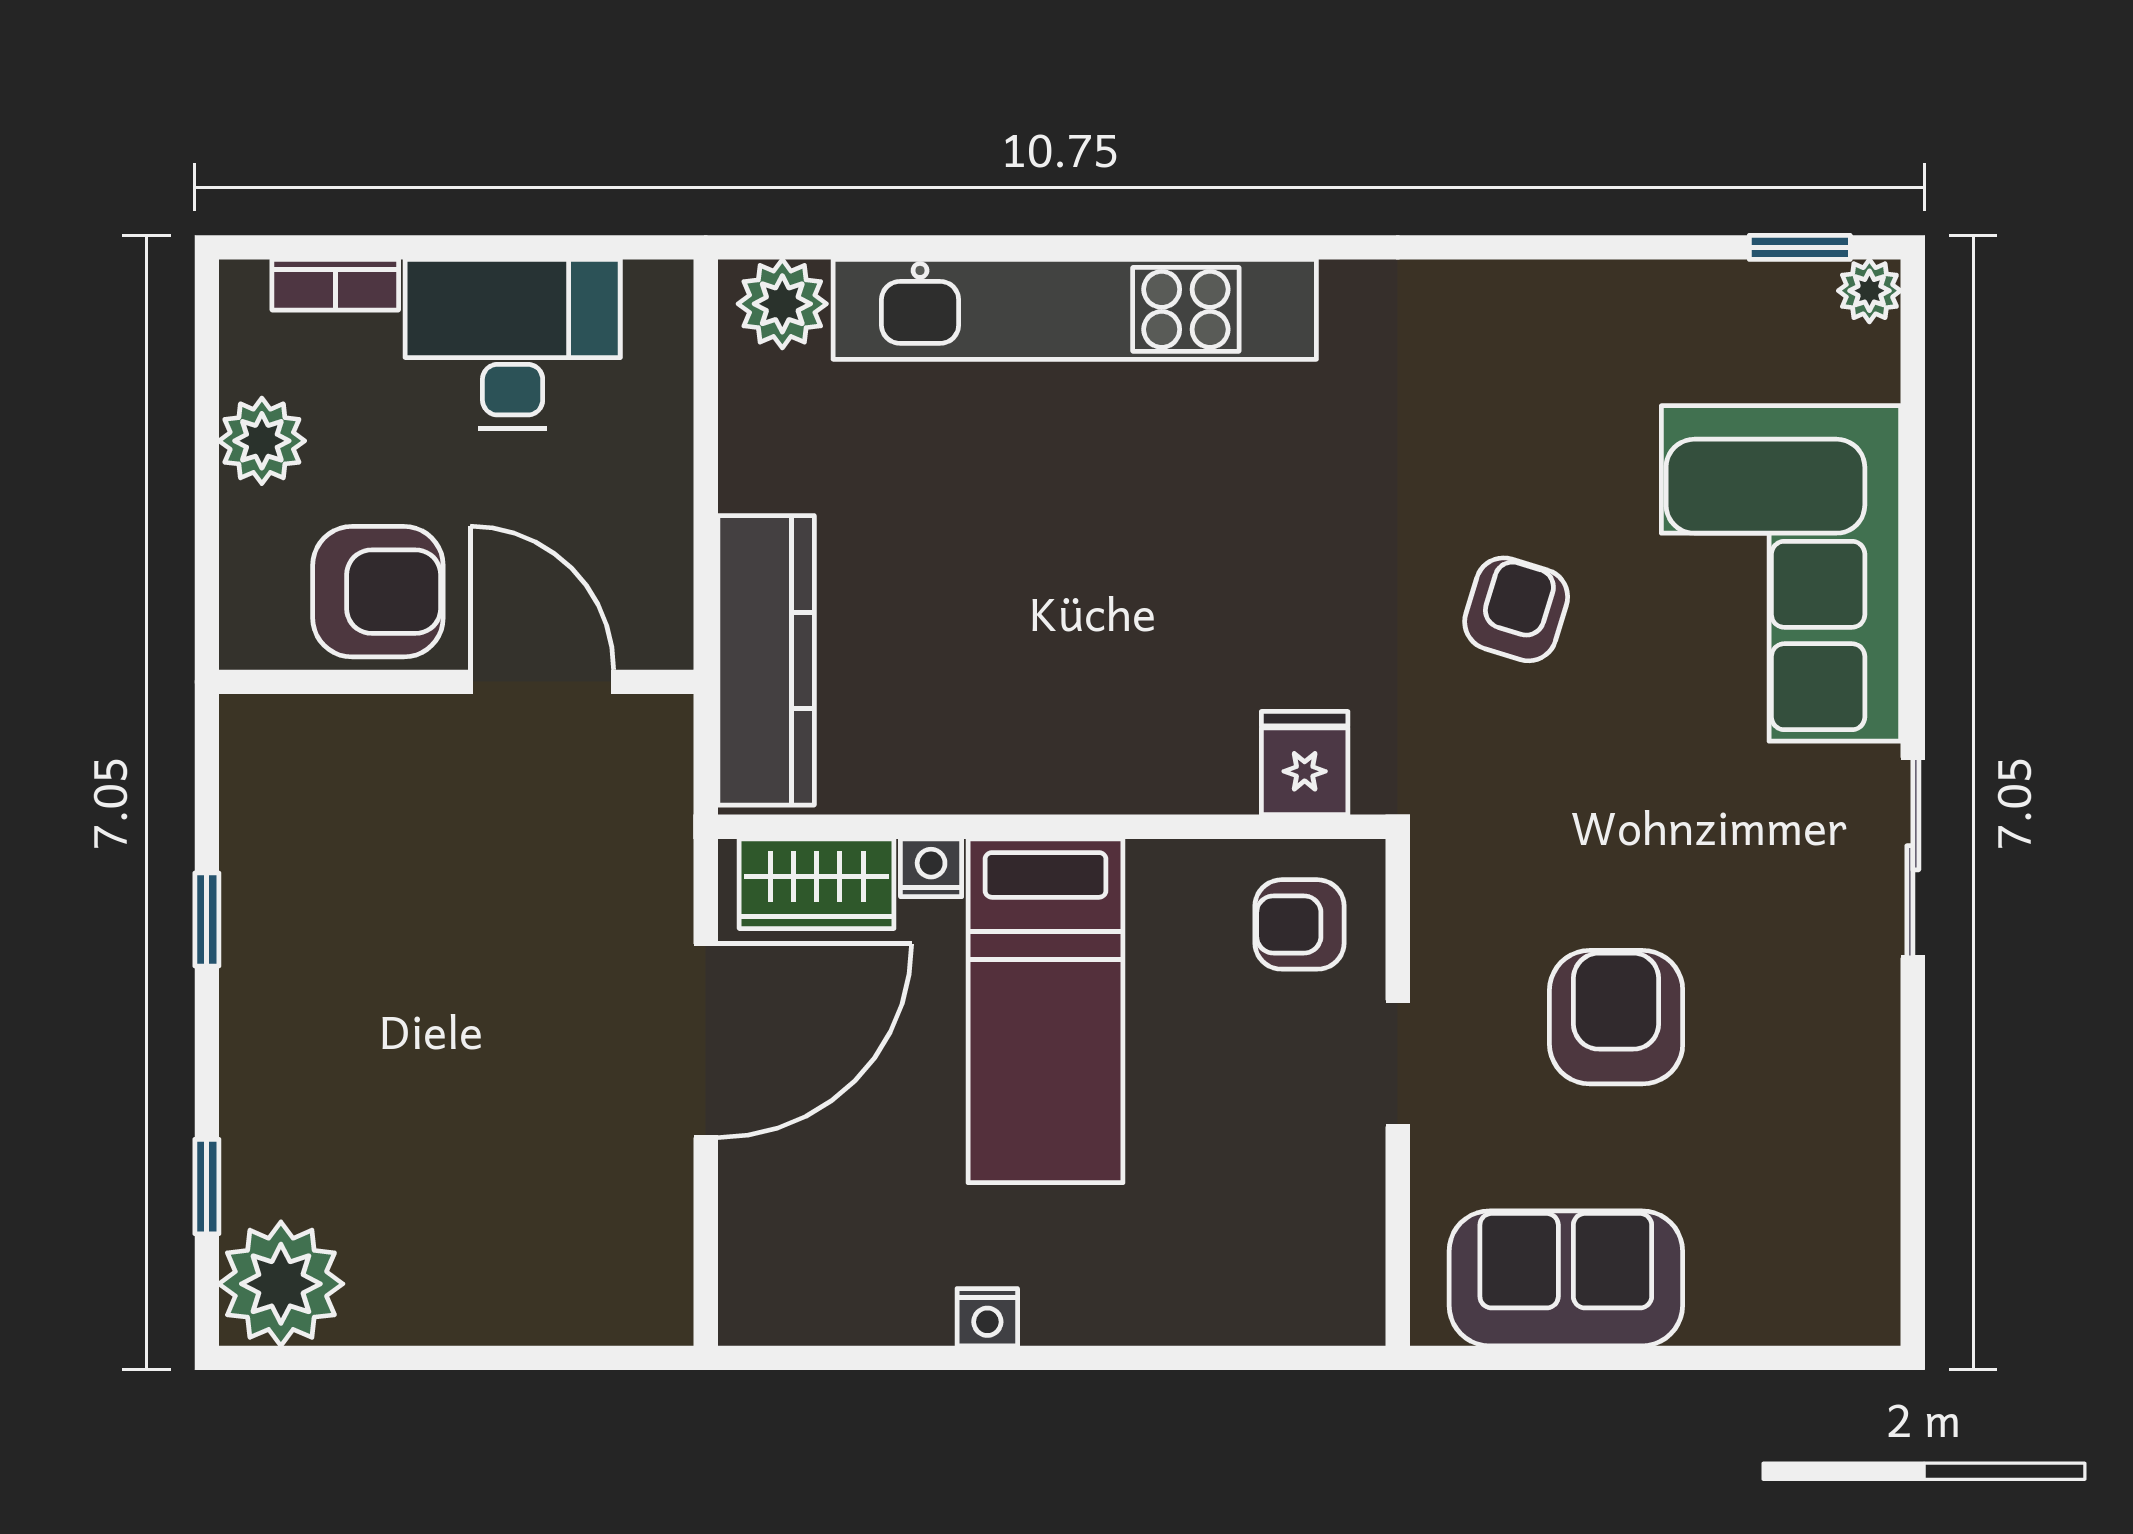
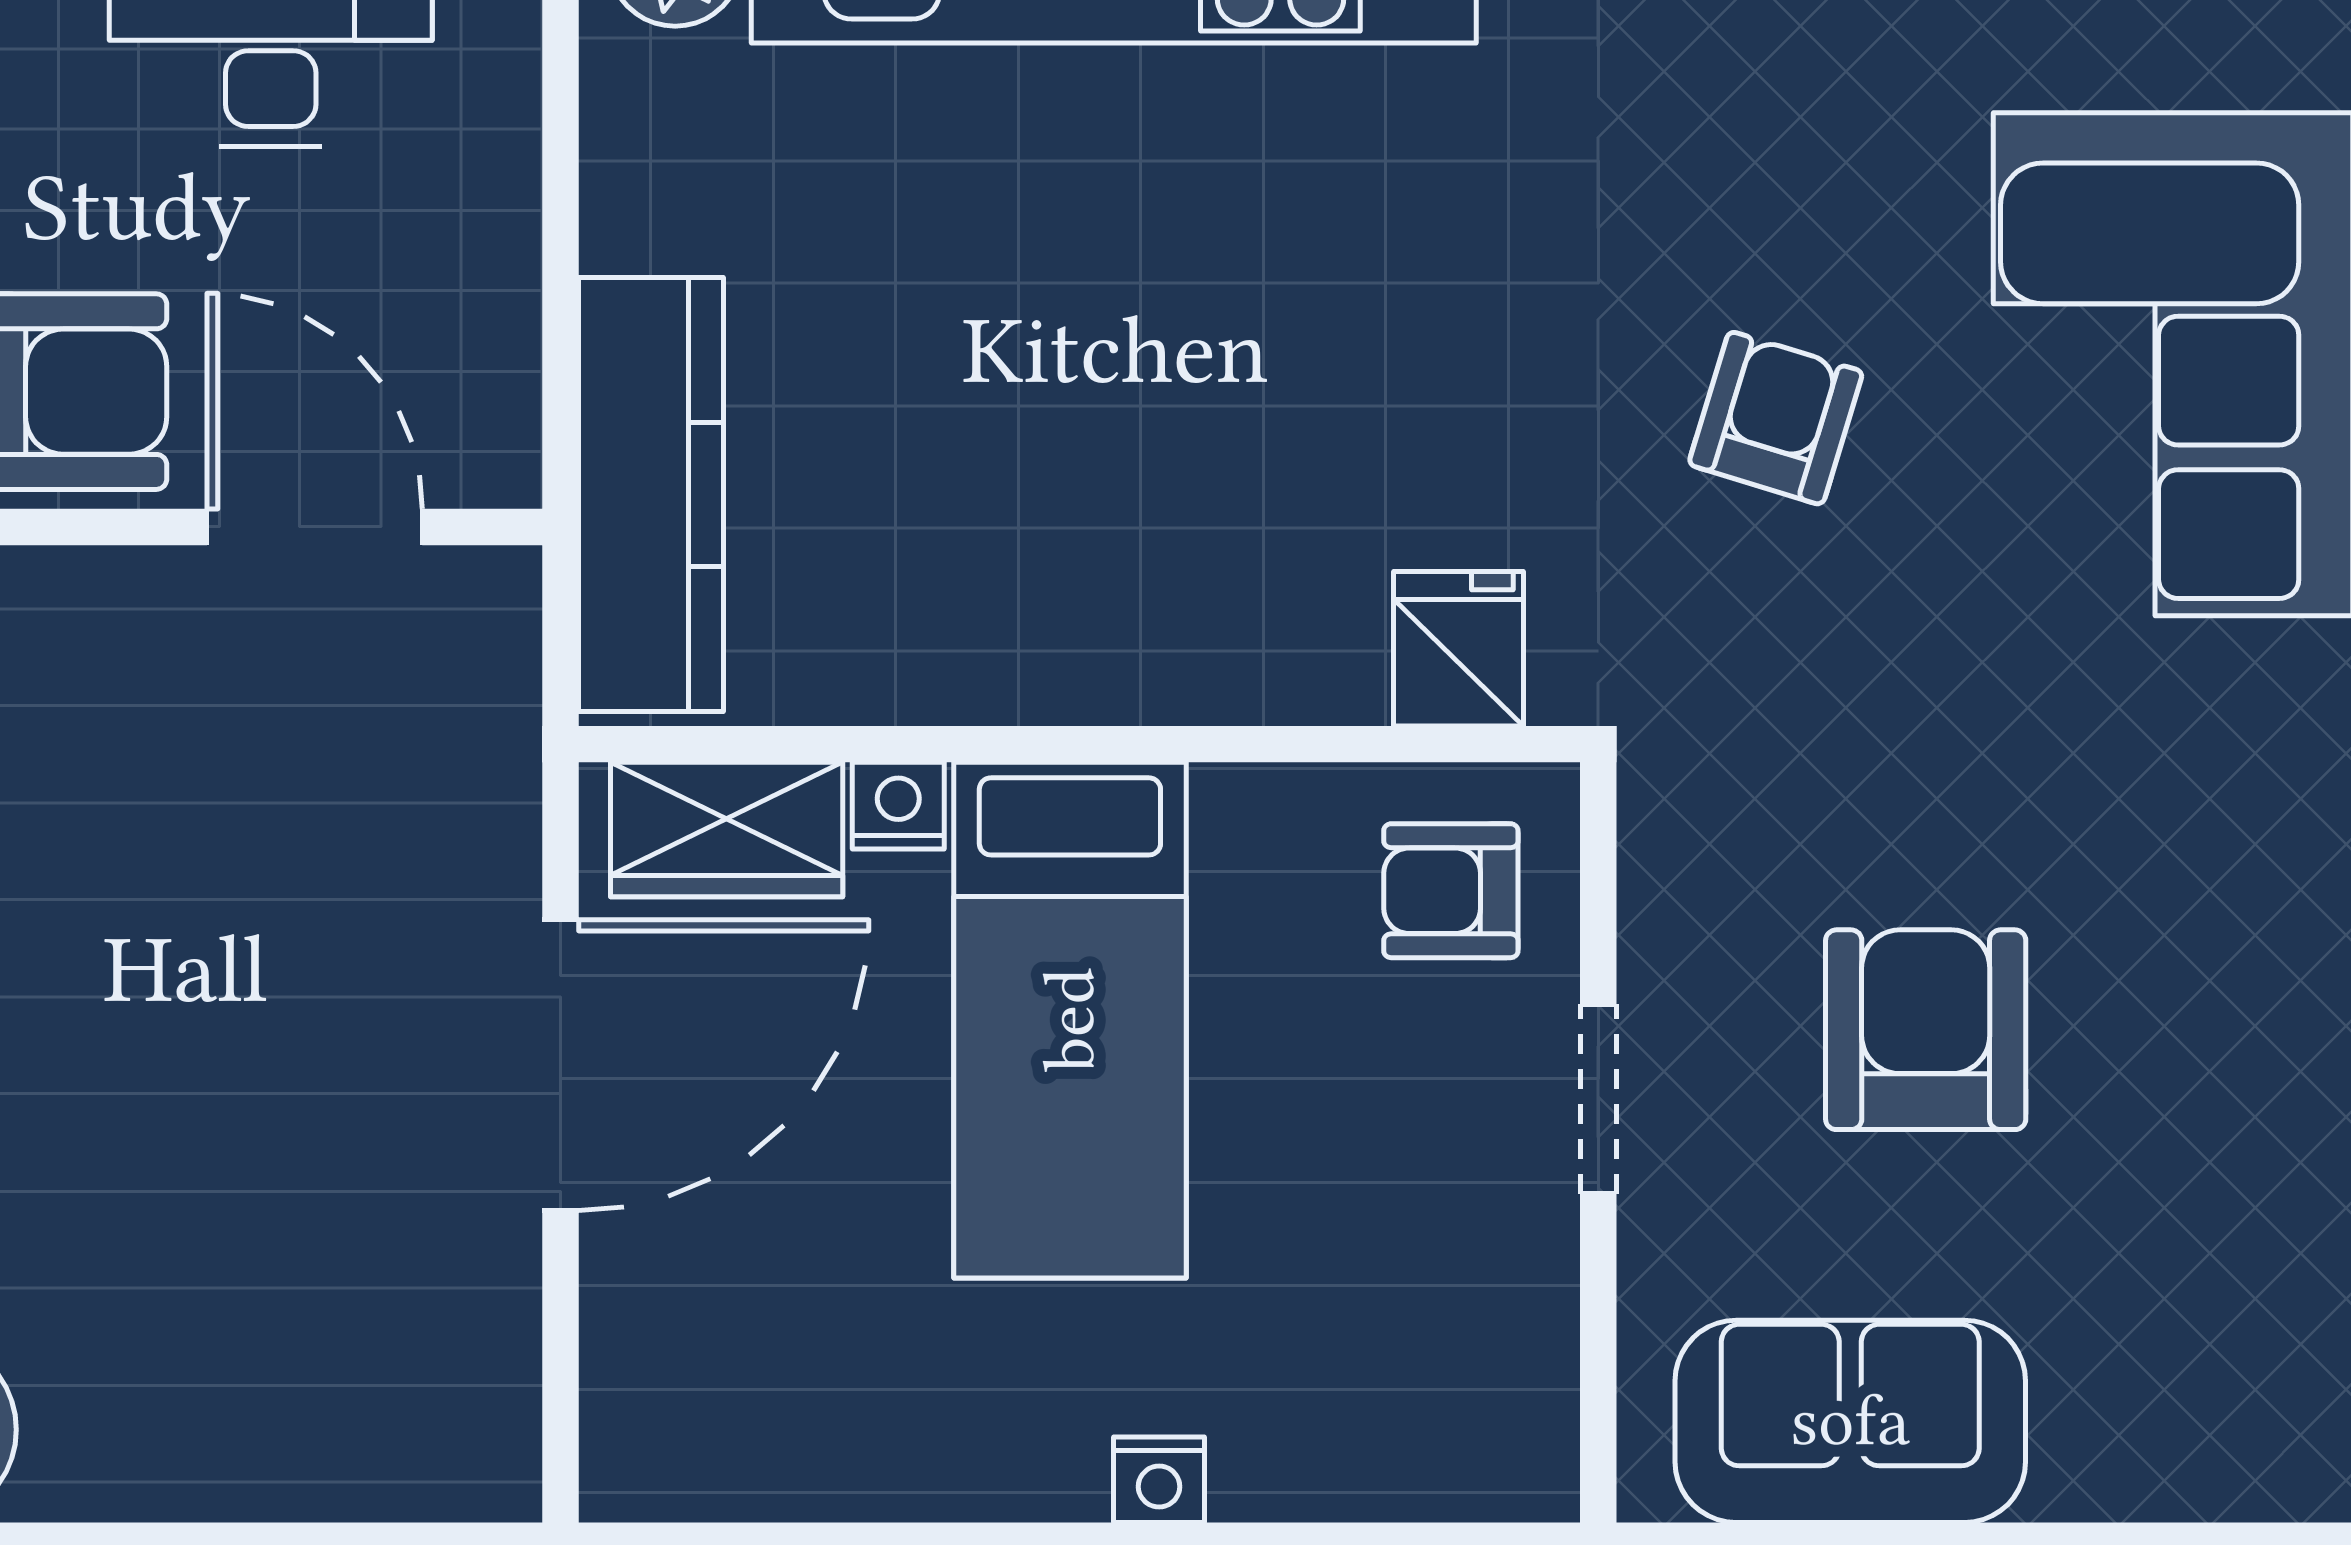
nightstand: (987, 1317) -> (1159, 1480), moved

